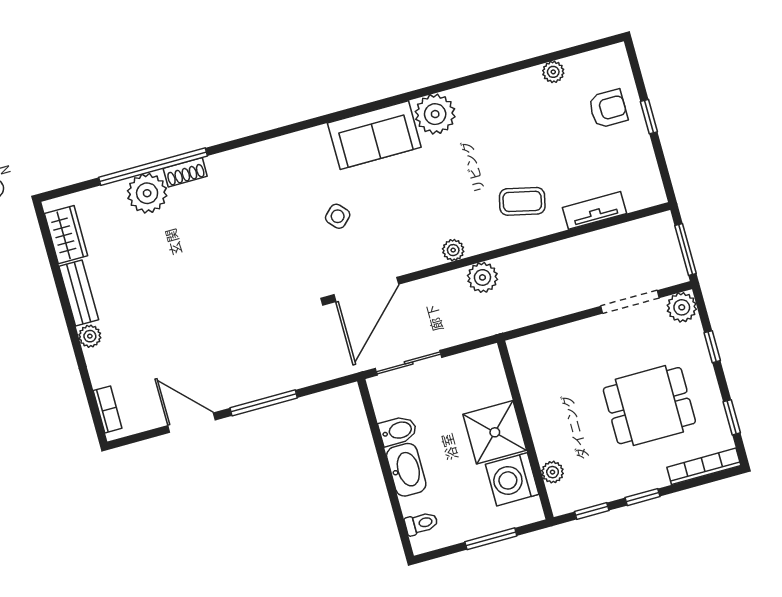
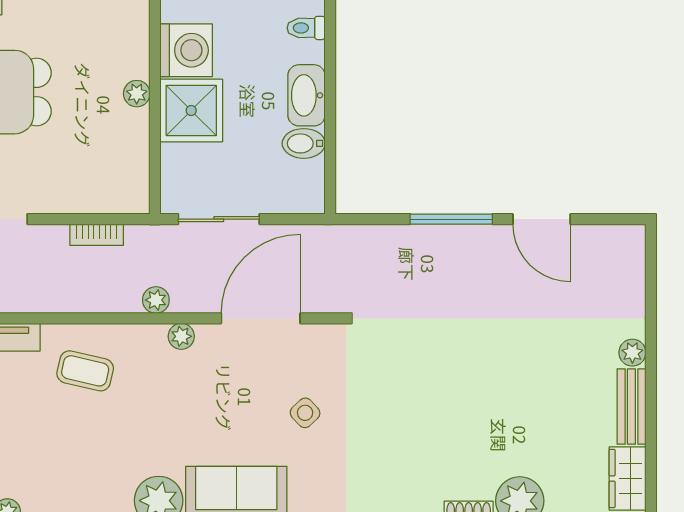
plant: (482, 277) -> (156, 300), width x0.73, depth x0.73
door: (366, 289) -> (261, 318), moved
sliding door: (409, 363) -> (219, 219), moved
bookcase: (108, 409) -> (97, 235), moved, turned -90
plant: (553, 472) -> (137, 94), moved

